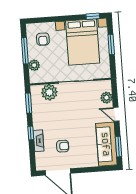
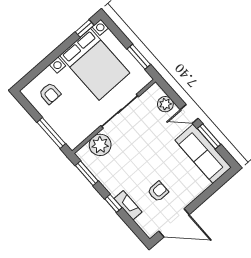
window: (111, 44) -> (139, 57), moved
window: (25, 51) -> (51, 133), moved
plant: (34, 65) -> (62, 128), removed
window: (118, 147) -> (209, 136), moved

